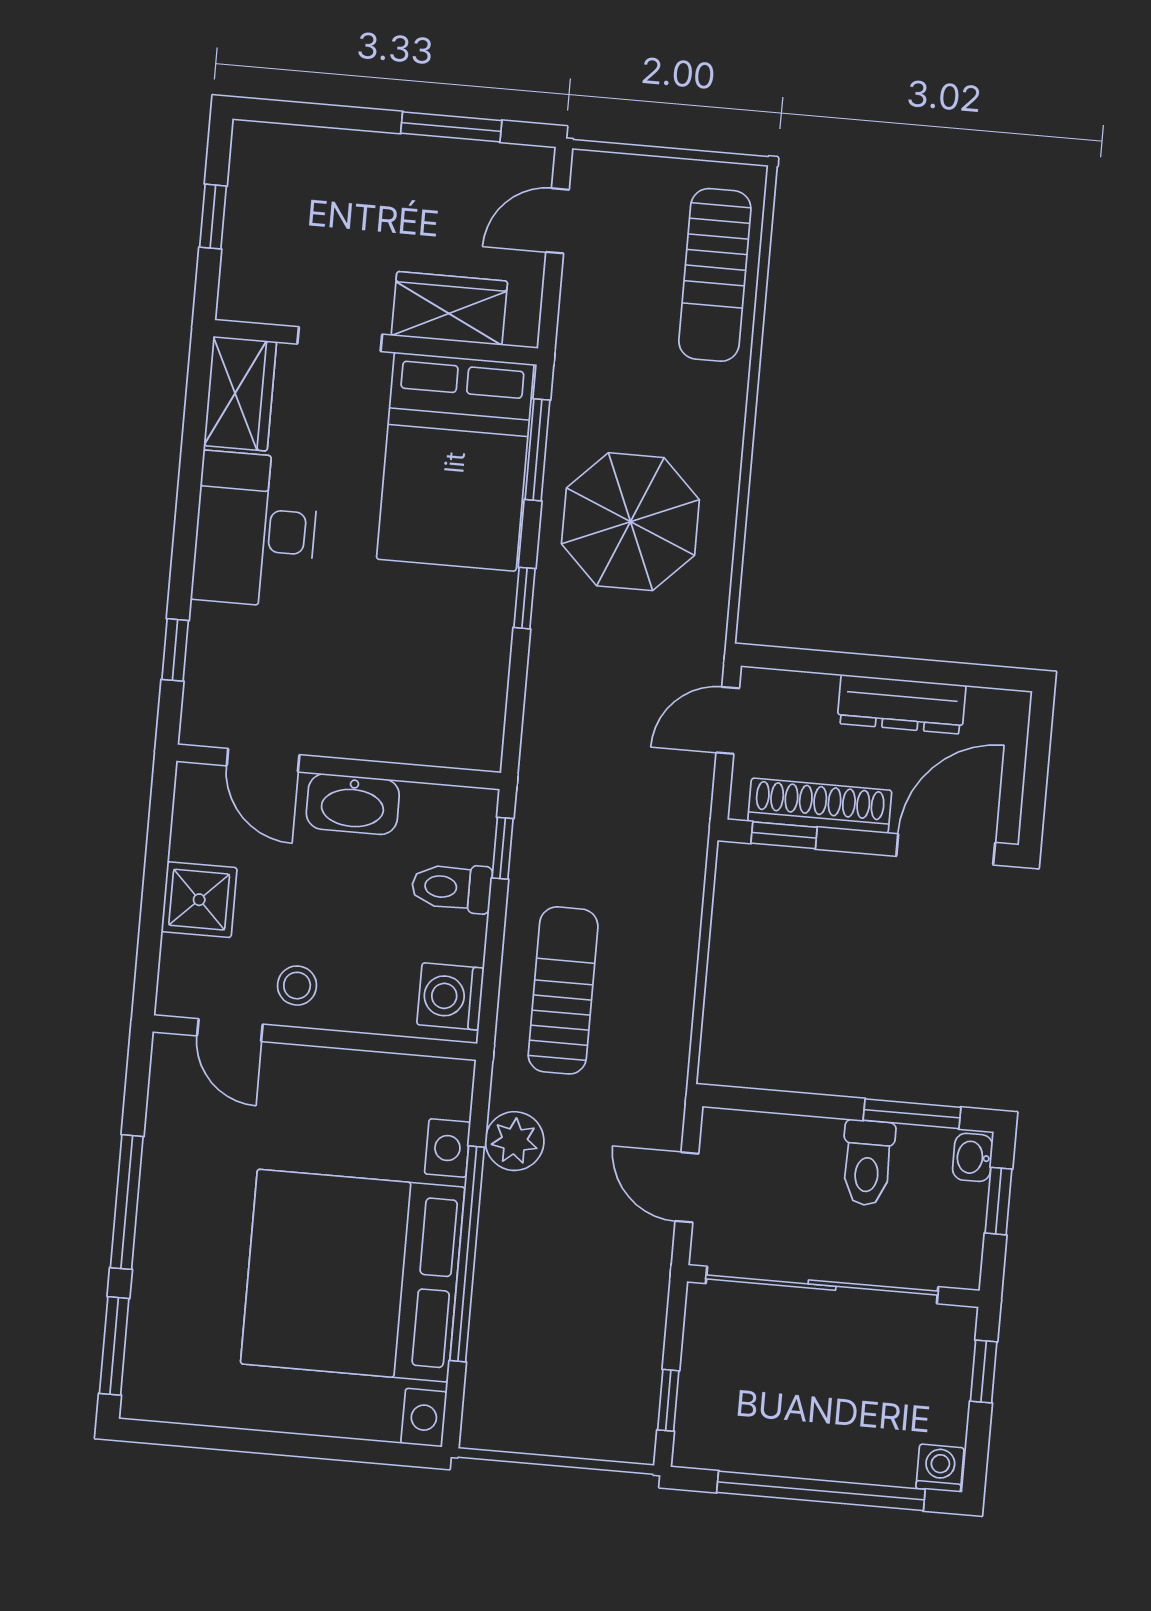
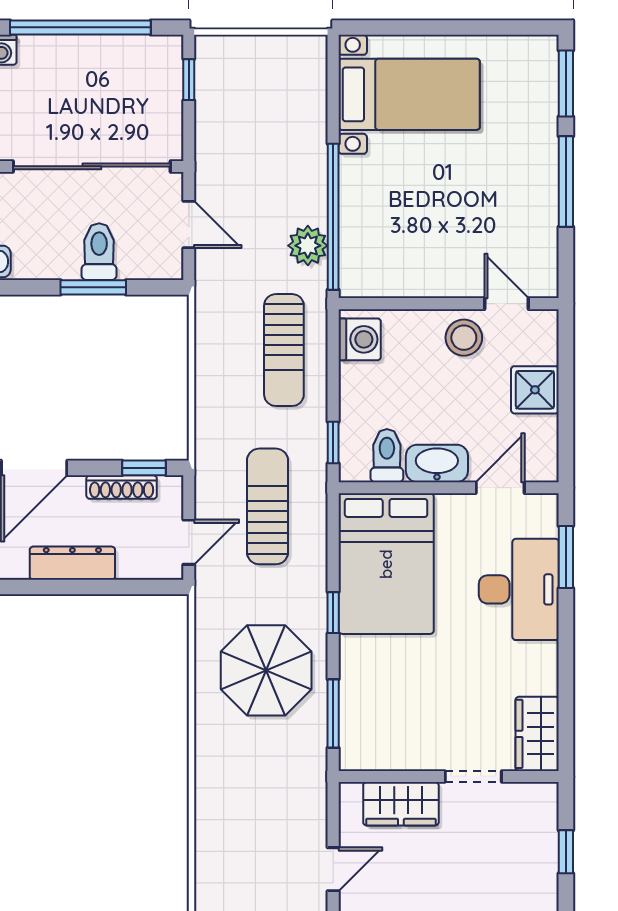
sun lounger: (715, 275) -> (267, 506), moved
bed: (455, 462) -> (386, 564), moved, turned 180
desk: (255, 530) -> (519, 589), moved
window: (175, 650) -> (566, 557), width x1.50
door: (263, 760) -> (500, 488), hinge flipped
shoe rack: (820, 806) -> (122, 487), width x0.74, depth x0.81
toilet: (452, 887) -> (387, 456), moved, turned -90
stool: (297, 986) -> (464, 338), width x1.37, depth x1.37
window: (912, 1114) -> (93, 287), moved
toilet: (867, 1163) -> (99, 252), moved
window: (467, 1254) -> (333, 217), moved
bed with nightstands: (353, 1276) -> (409, 94), width x0.54

